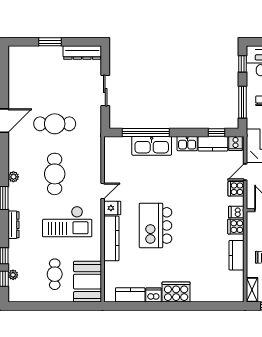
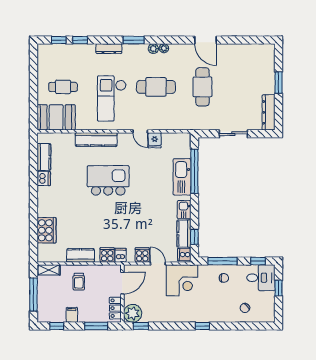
fridge: (112, 208) -> (155, 140), moved
plant: (13, 275) -> (164, 48), moved
cooker: (176, 292) -> (46, 230), moved

